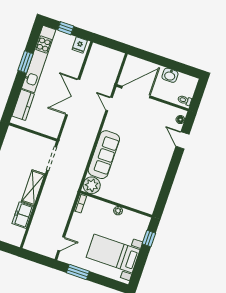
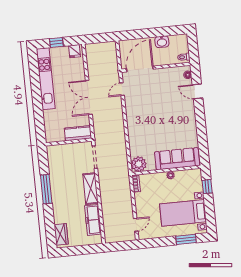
window: (26, 62) -> (36, 86), removed
door: (109, 104) -> (122, 89), hinge flipped
kitchen counter: (23, 105) -> (78, 133), moved, turned -90
sofa: (104, 155) -> (177, 159), moved, turned -90
freezer: (23, 215) -> (93, 220), width x1.40
window: (78, 272) -> (186, 239), moved

